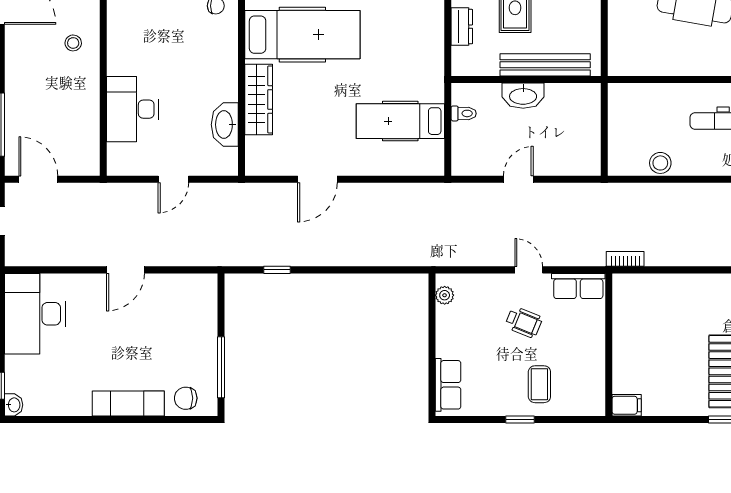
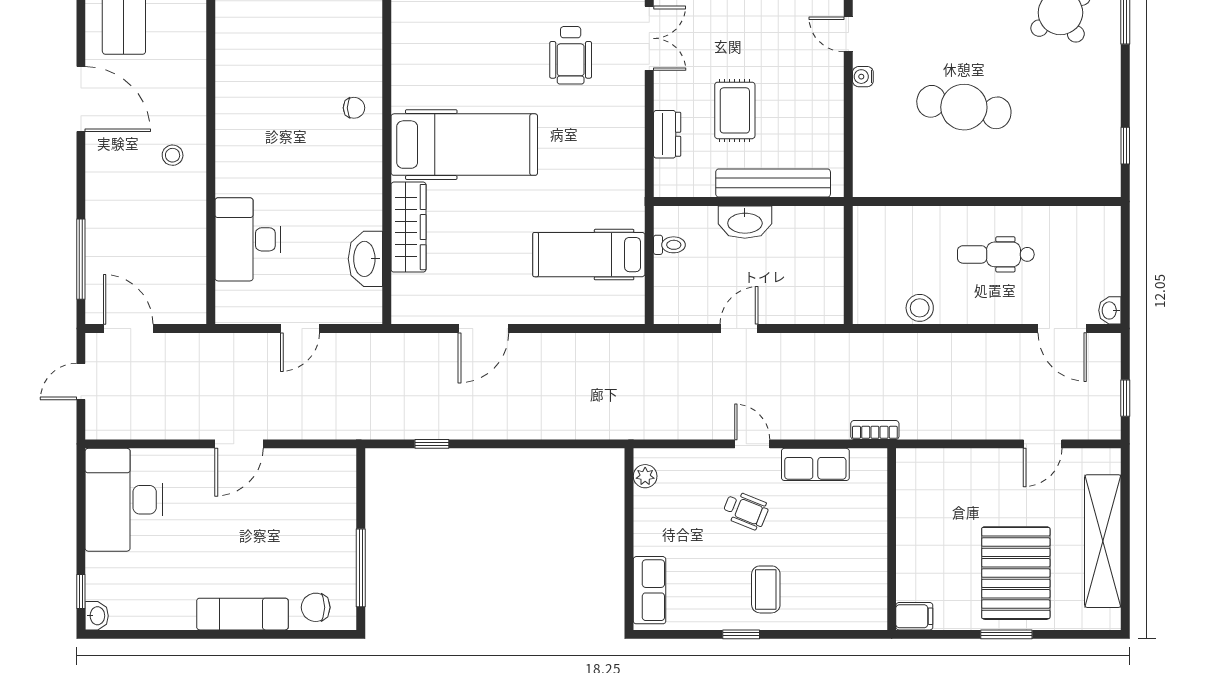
wall: (609, 345) -> (892, 539), moved
filing cabinet: (627, 405) -> (914, 616), moved

